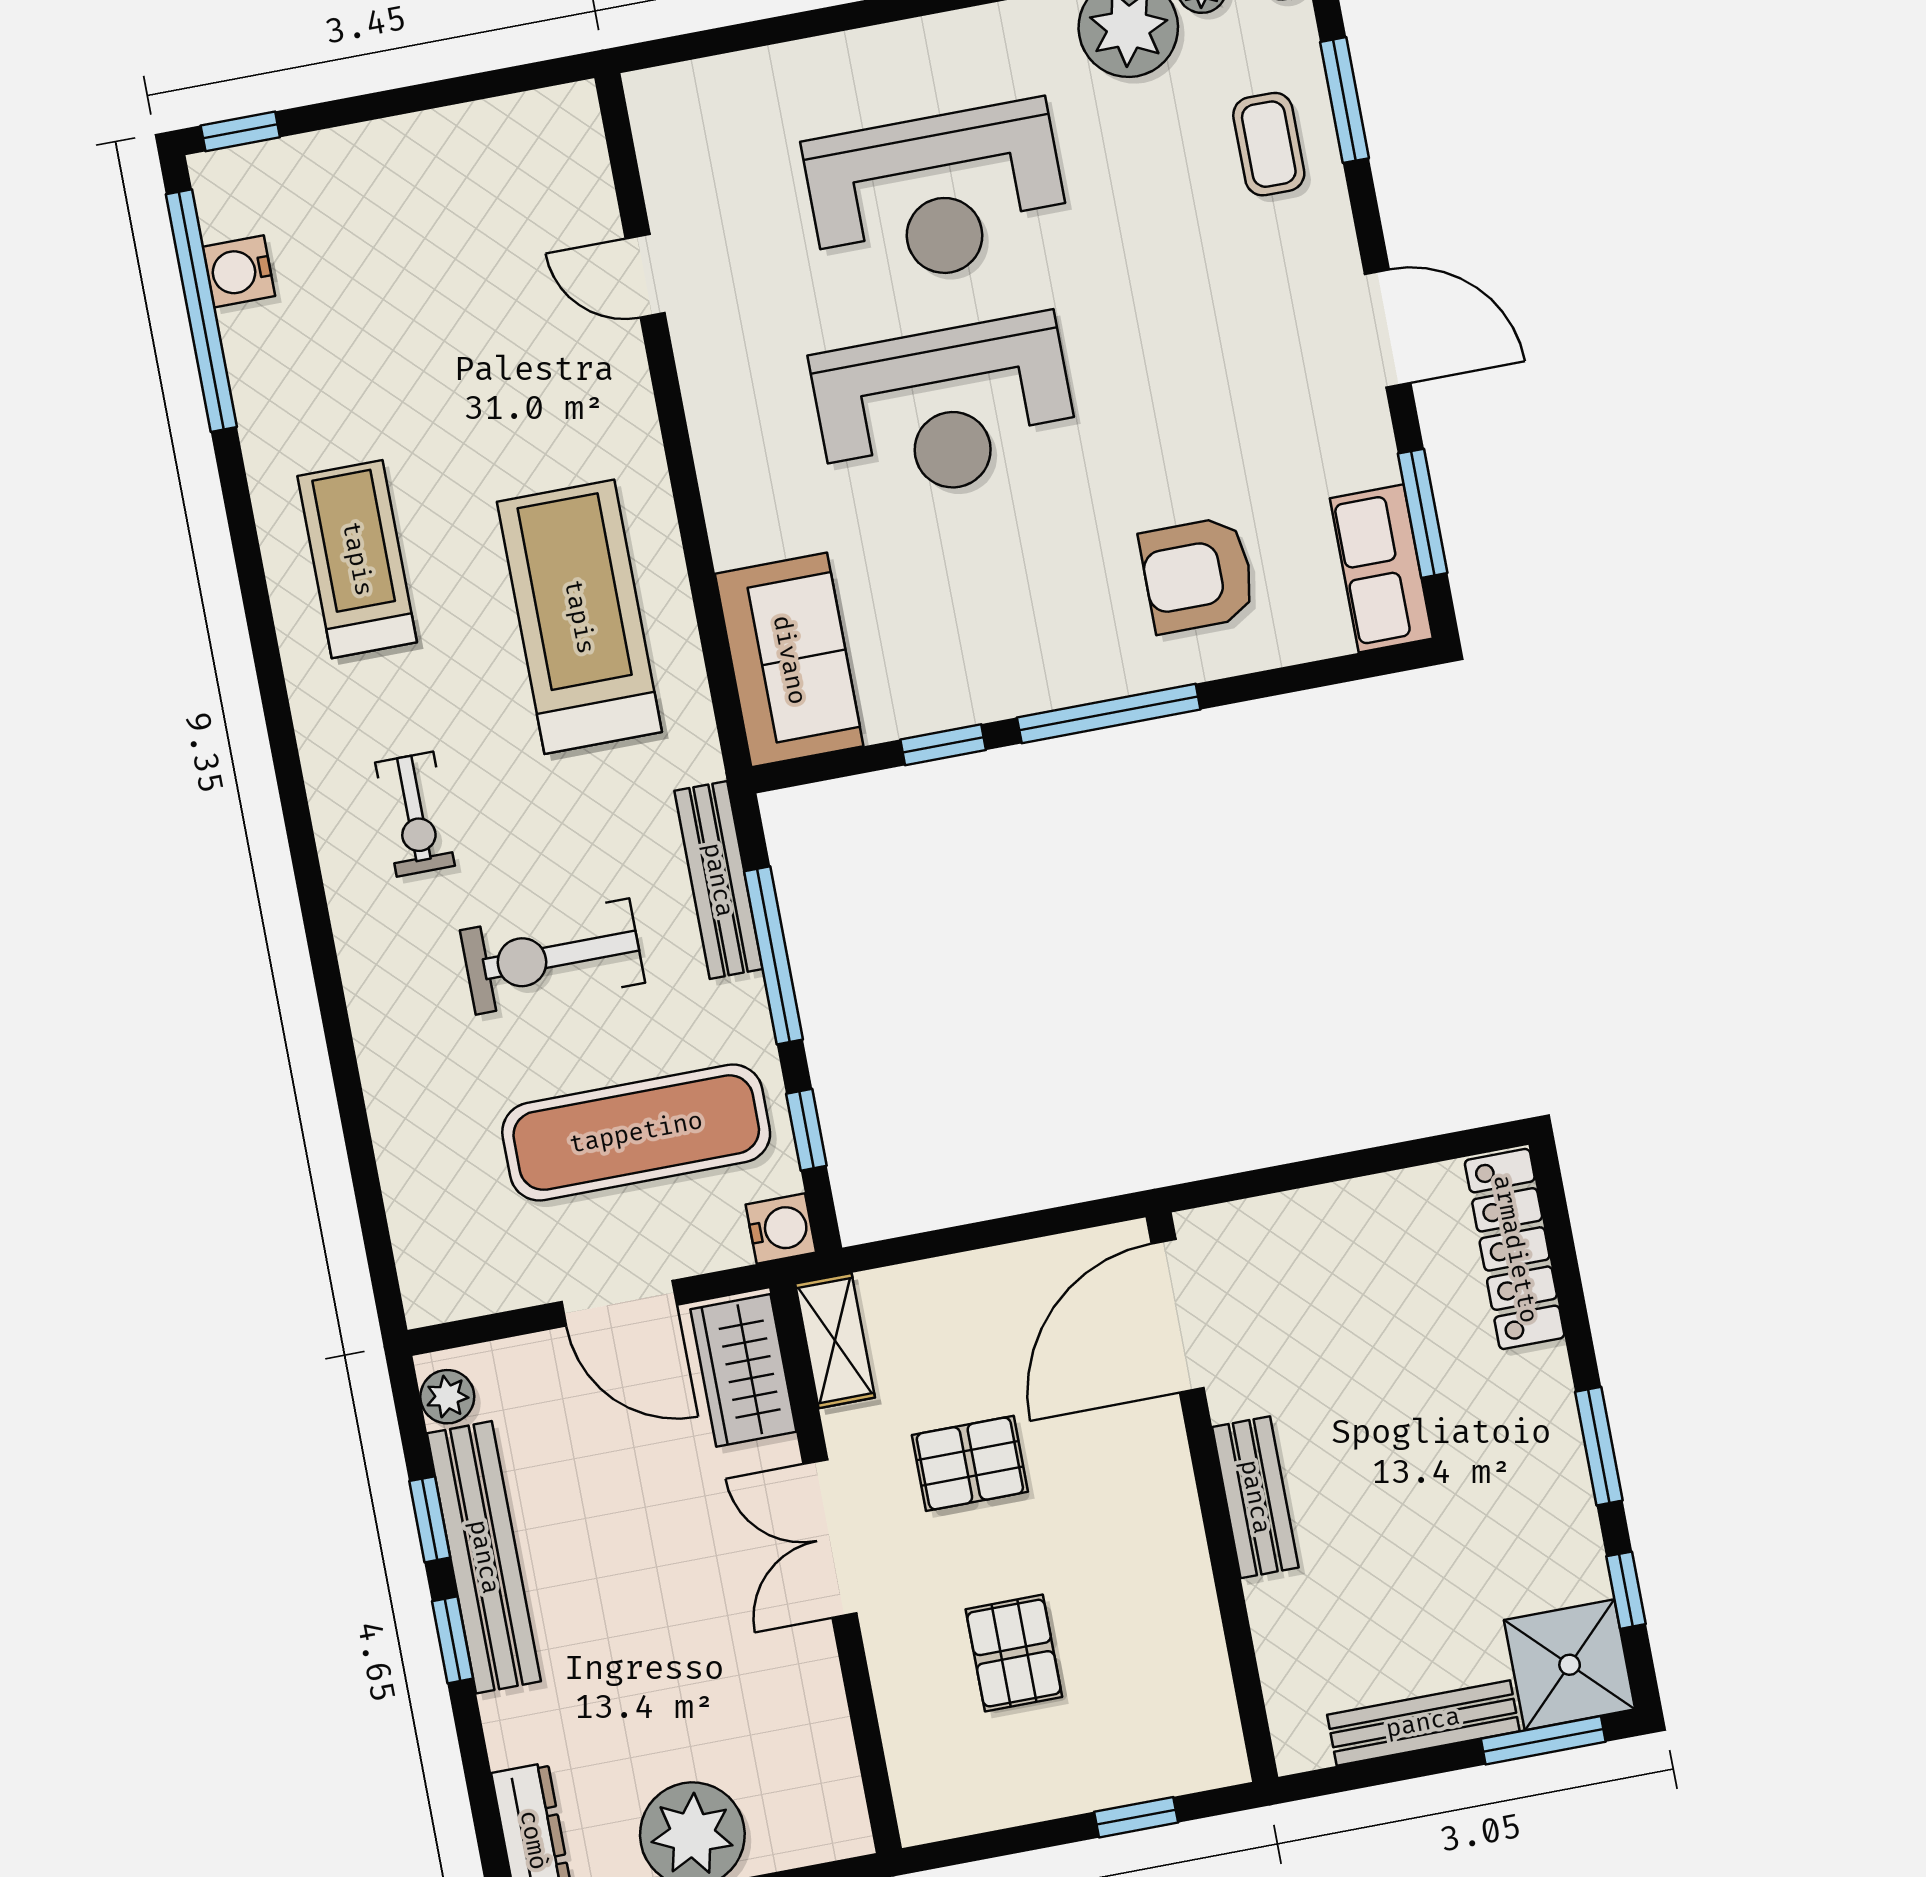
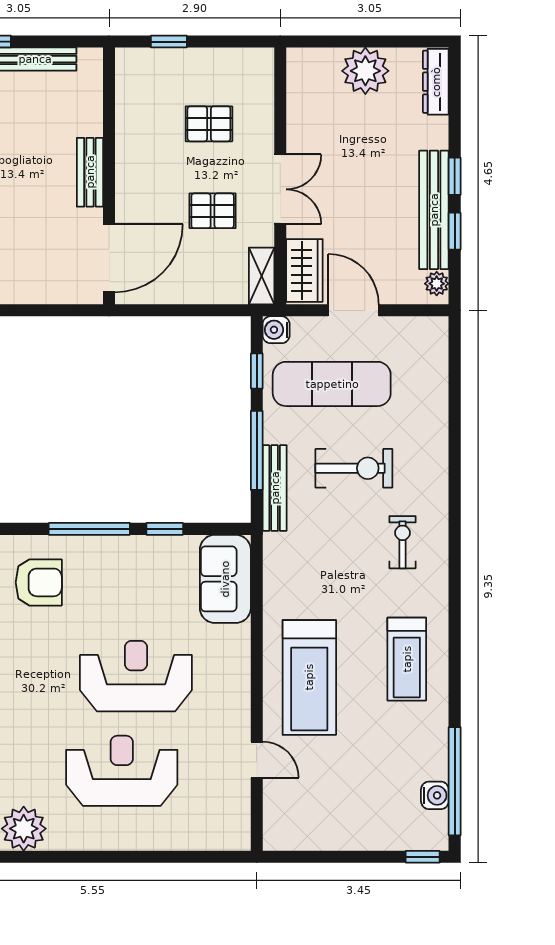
treadmill: (579, 617) -> (309, 677), moved
pallet: (1014, 1653) -> (209, 124), turned 90

